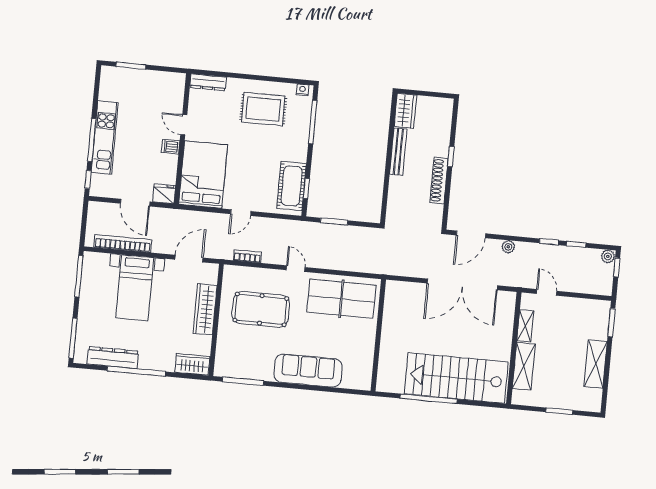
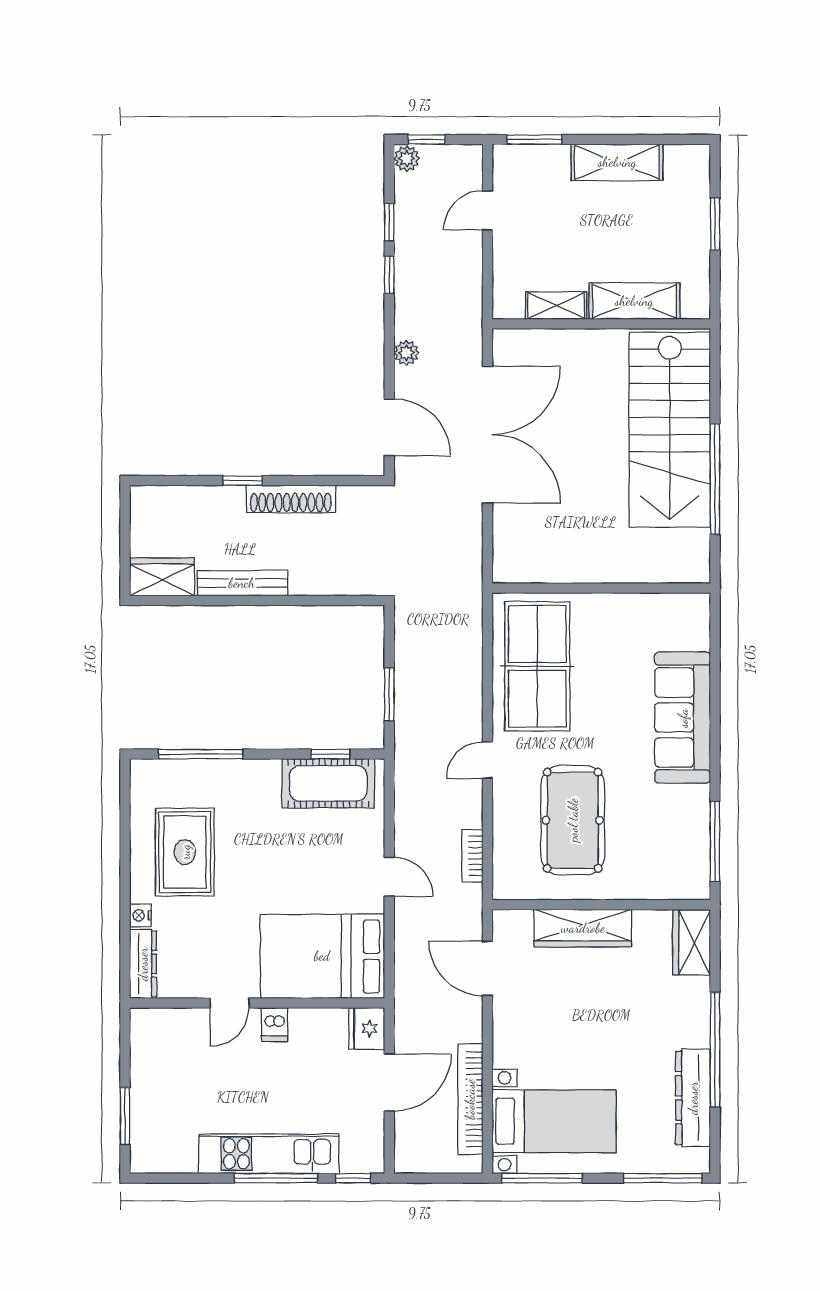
nightstand: (302, 90) -> (140, 915), moved
bed with nightstands: (135, 288) -> (554, 1121), moved
door: (546, 292) -> (488, 210), moved

